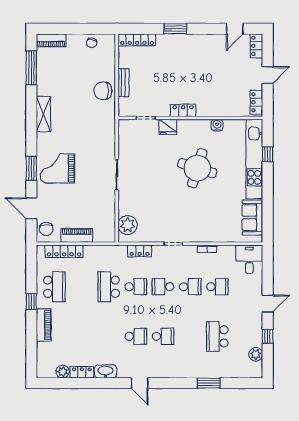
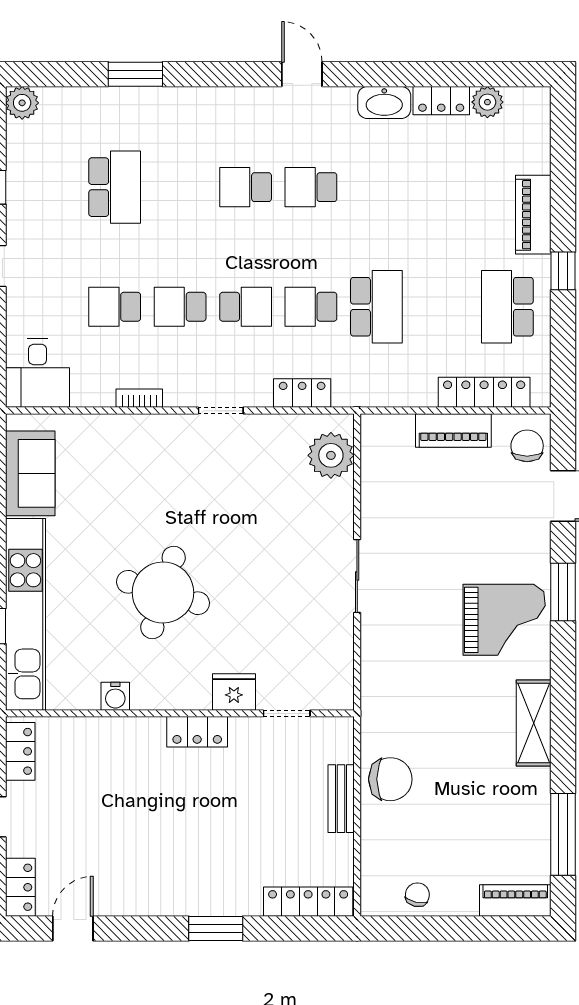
grand piano: (58, 168) -> (504, 620), moved
plant: (256, 354) -> (22, 103), moved

